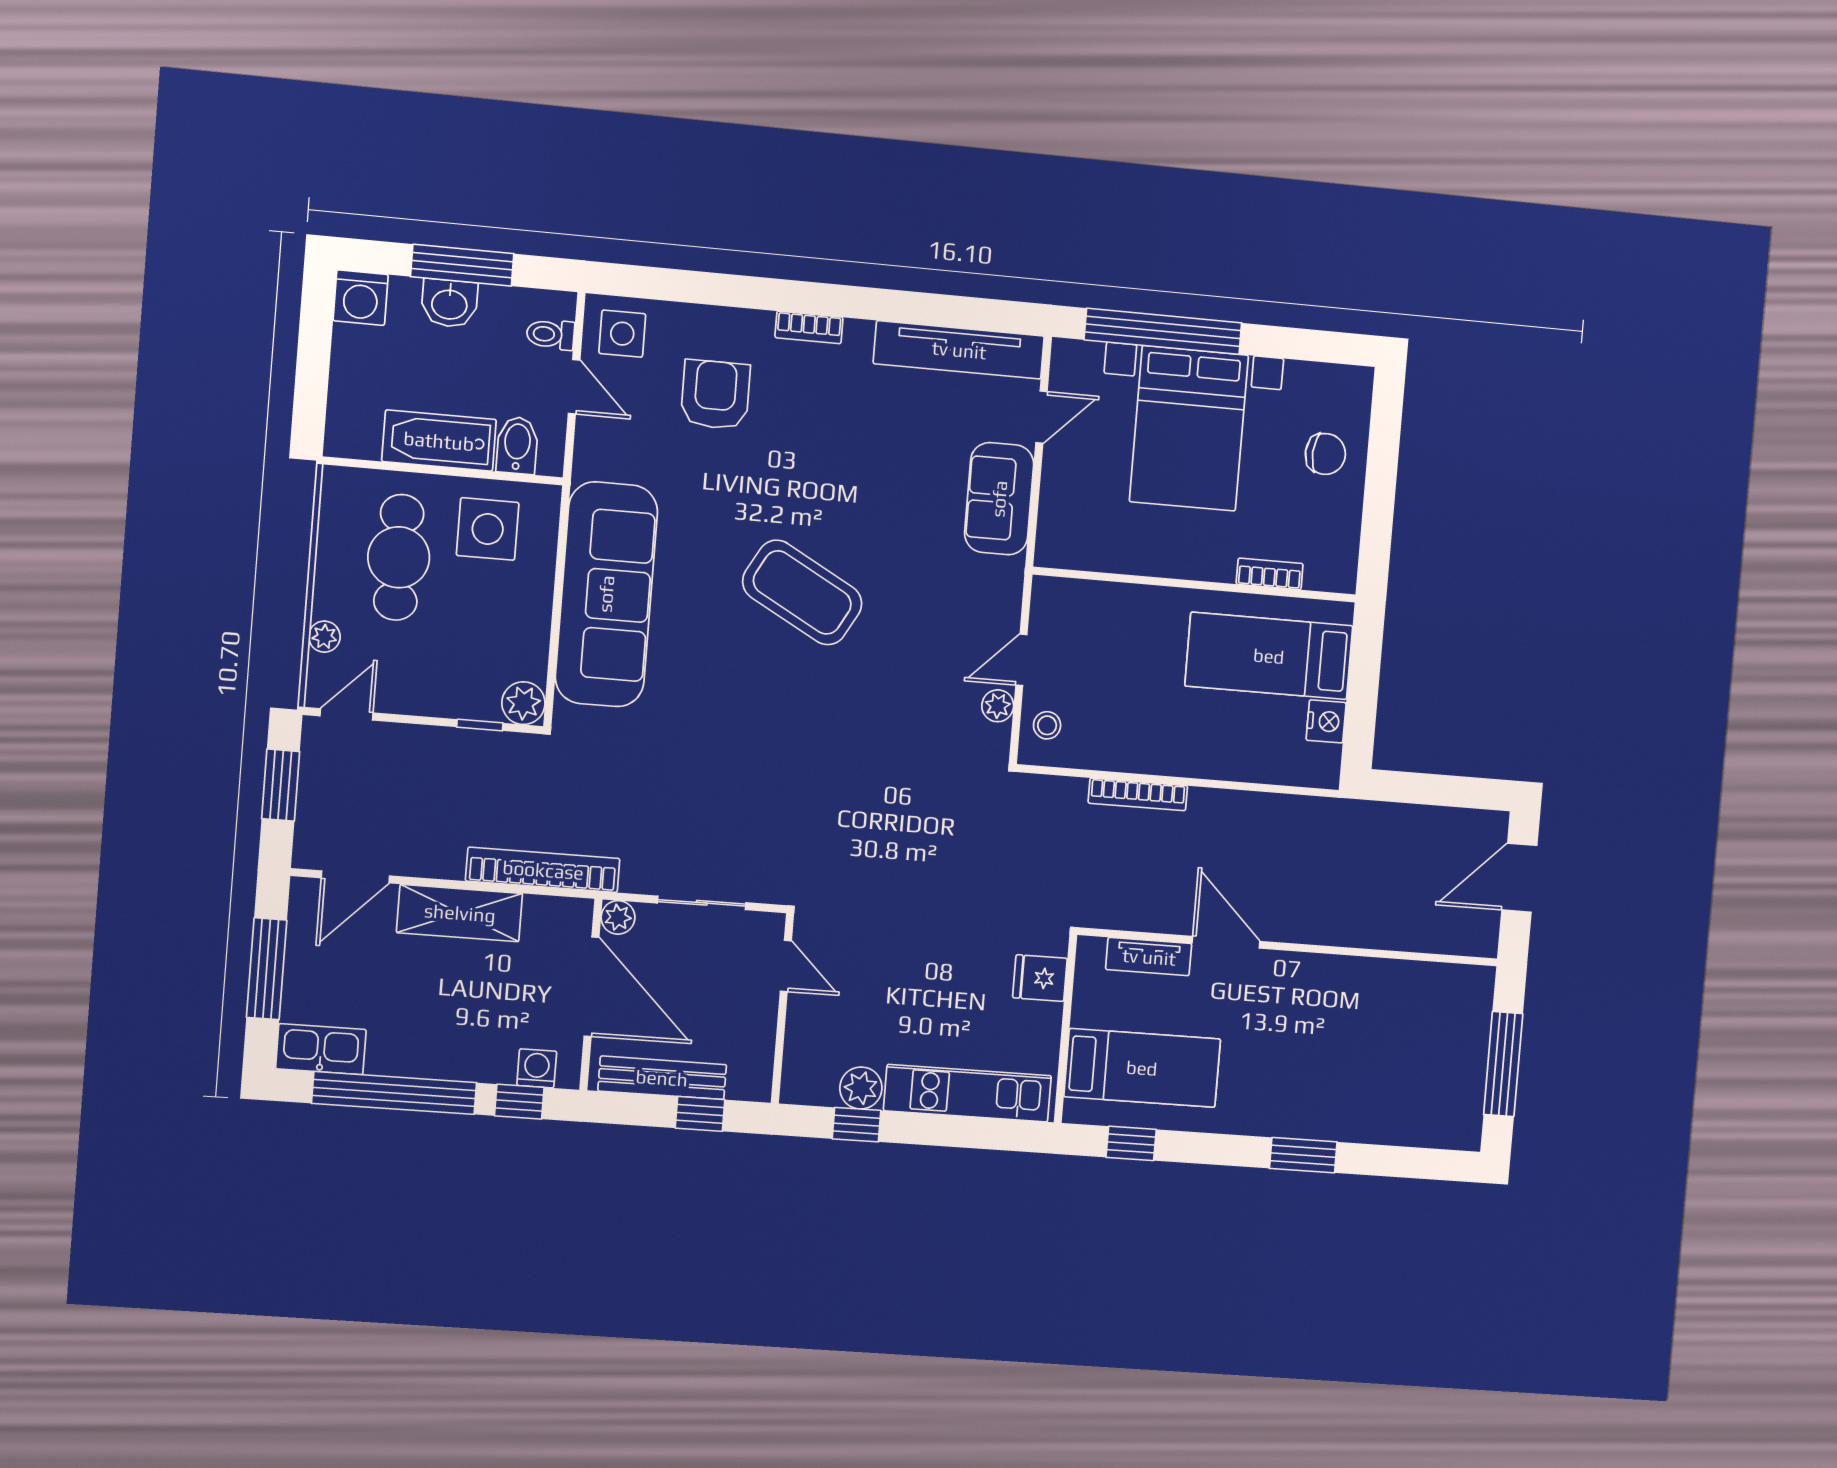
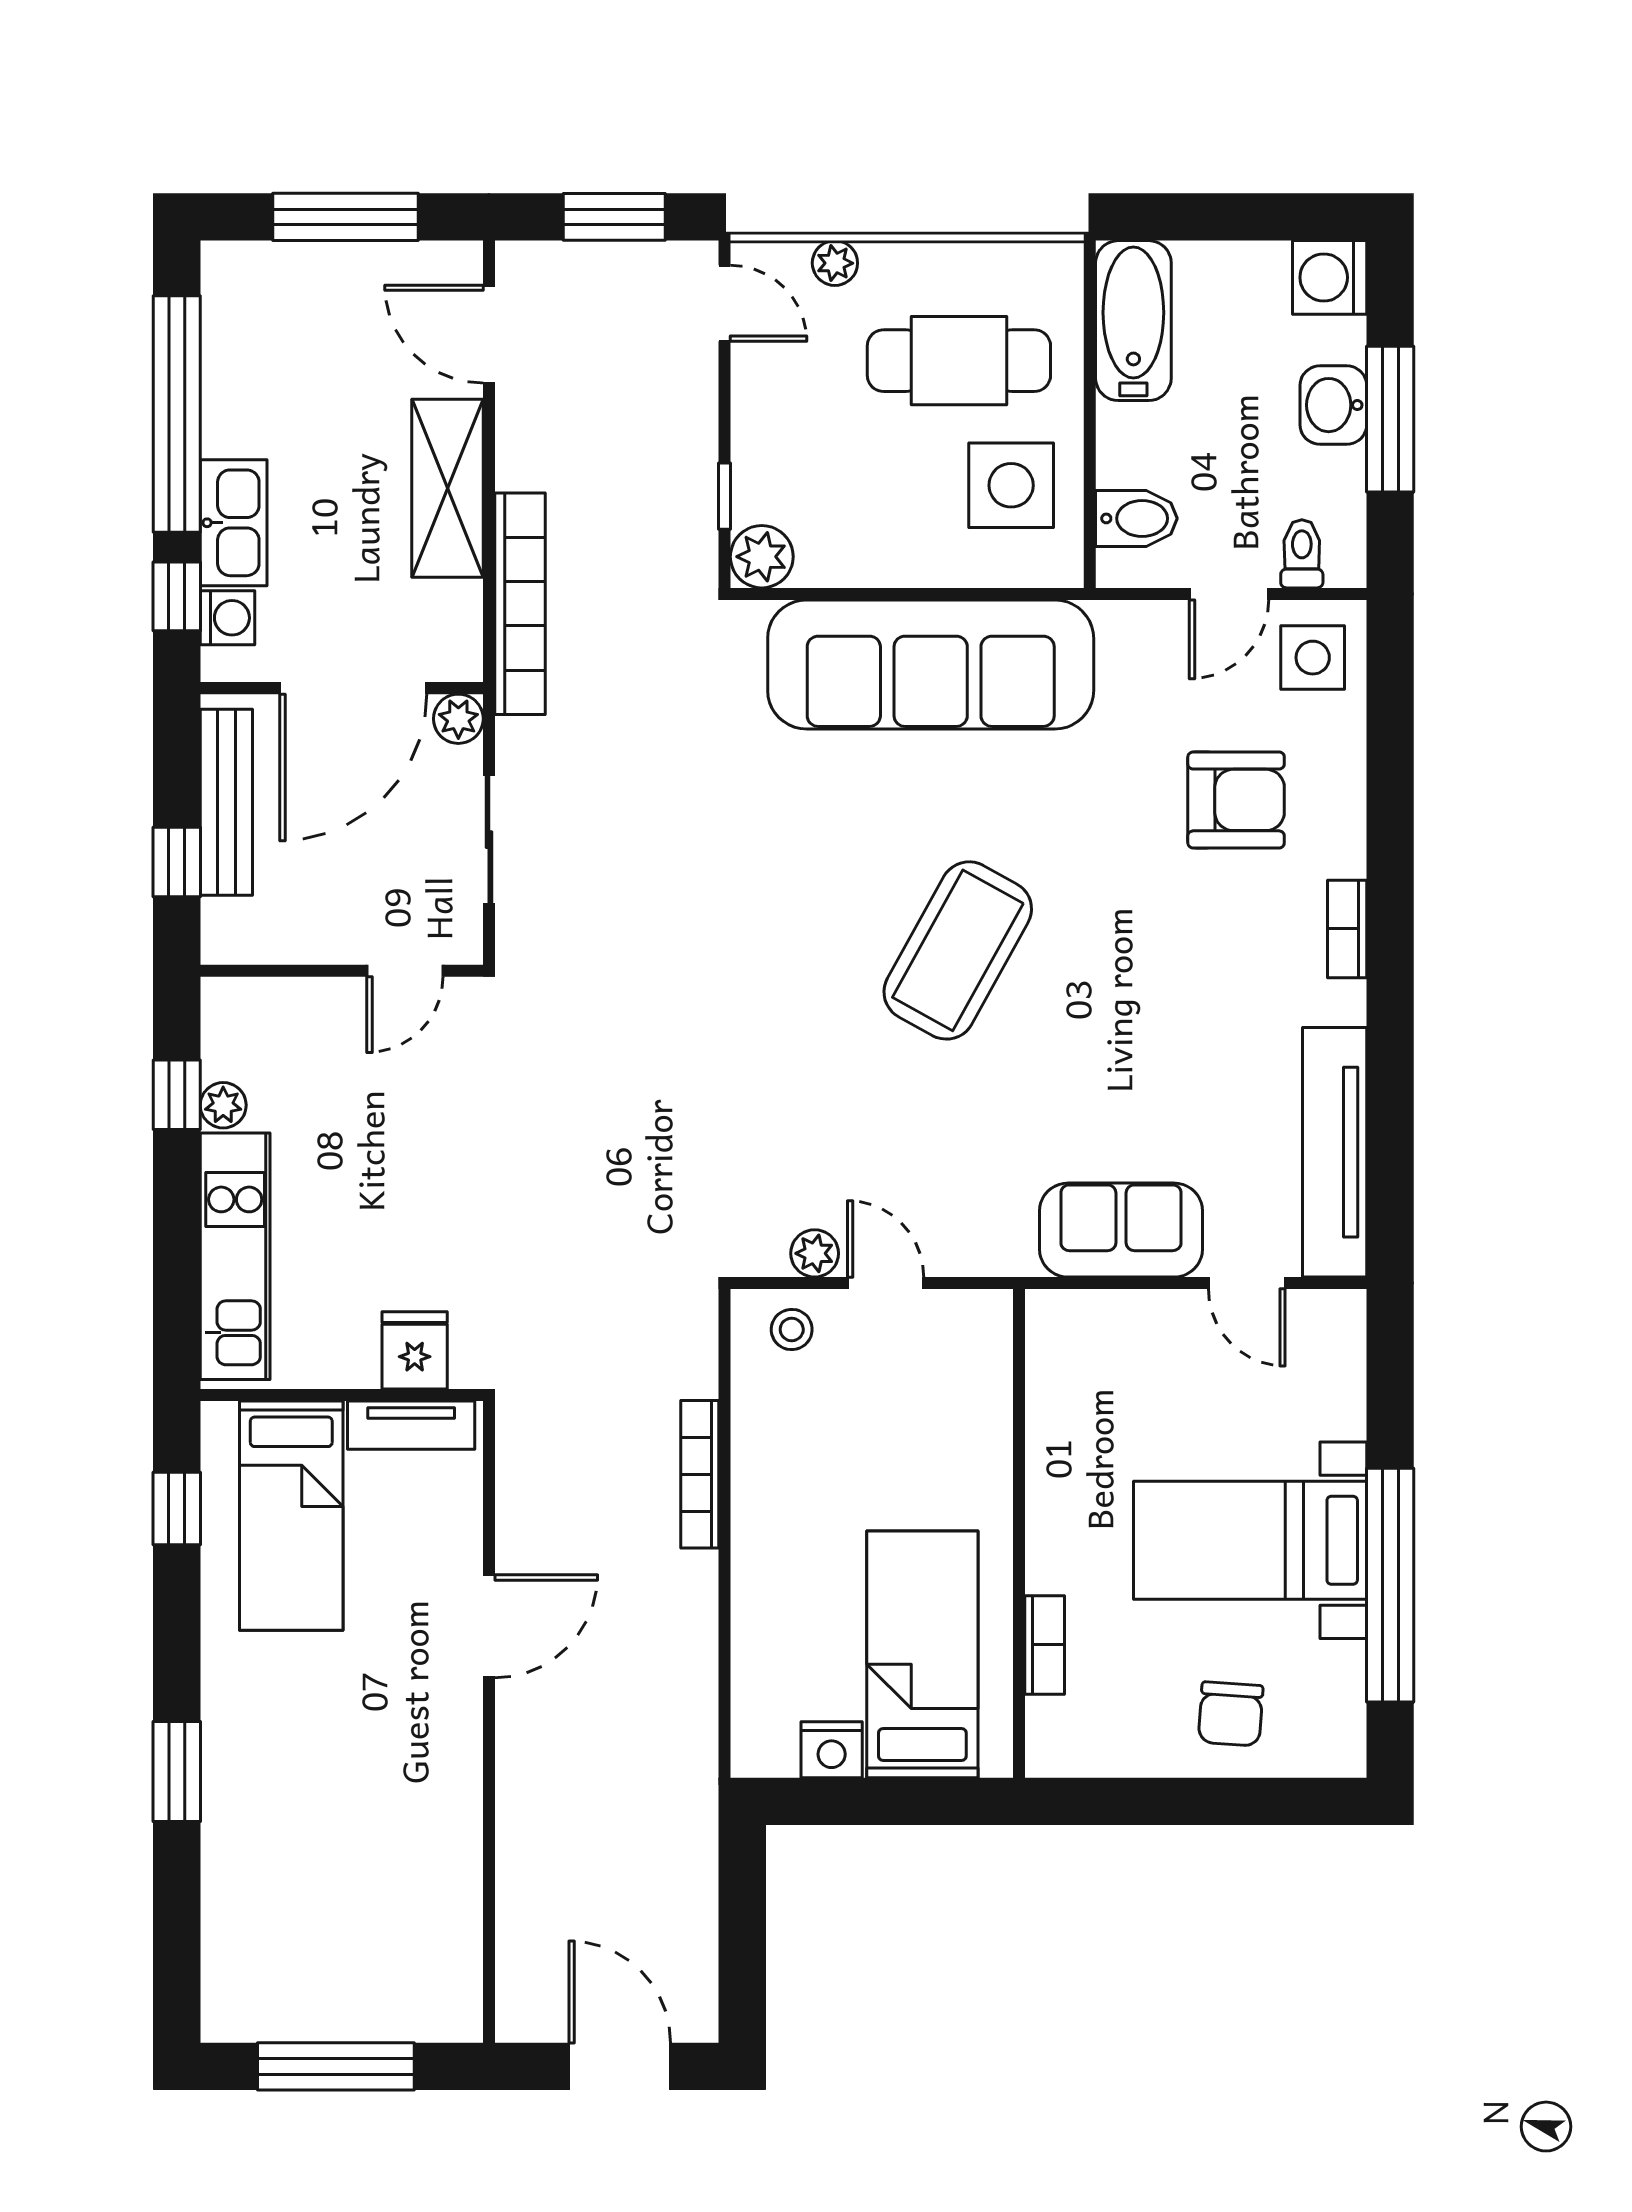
window: (1163, 331) -> (1390, 1585), moved
bed with nightstands: (1189, 428) -> (1250, 1540), width x0.73
bathtub: (439, 441) -> (1133, 321), moved
tv unit: (1149, 957) -> (411, 1425), moved, turned -90
kitchen sink: (321, 1049) -> (234, 523), moved
plant: (861, 1088) -> (223, 1105), width x0.73, depth x0.73

